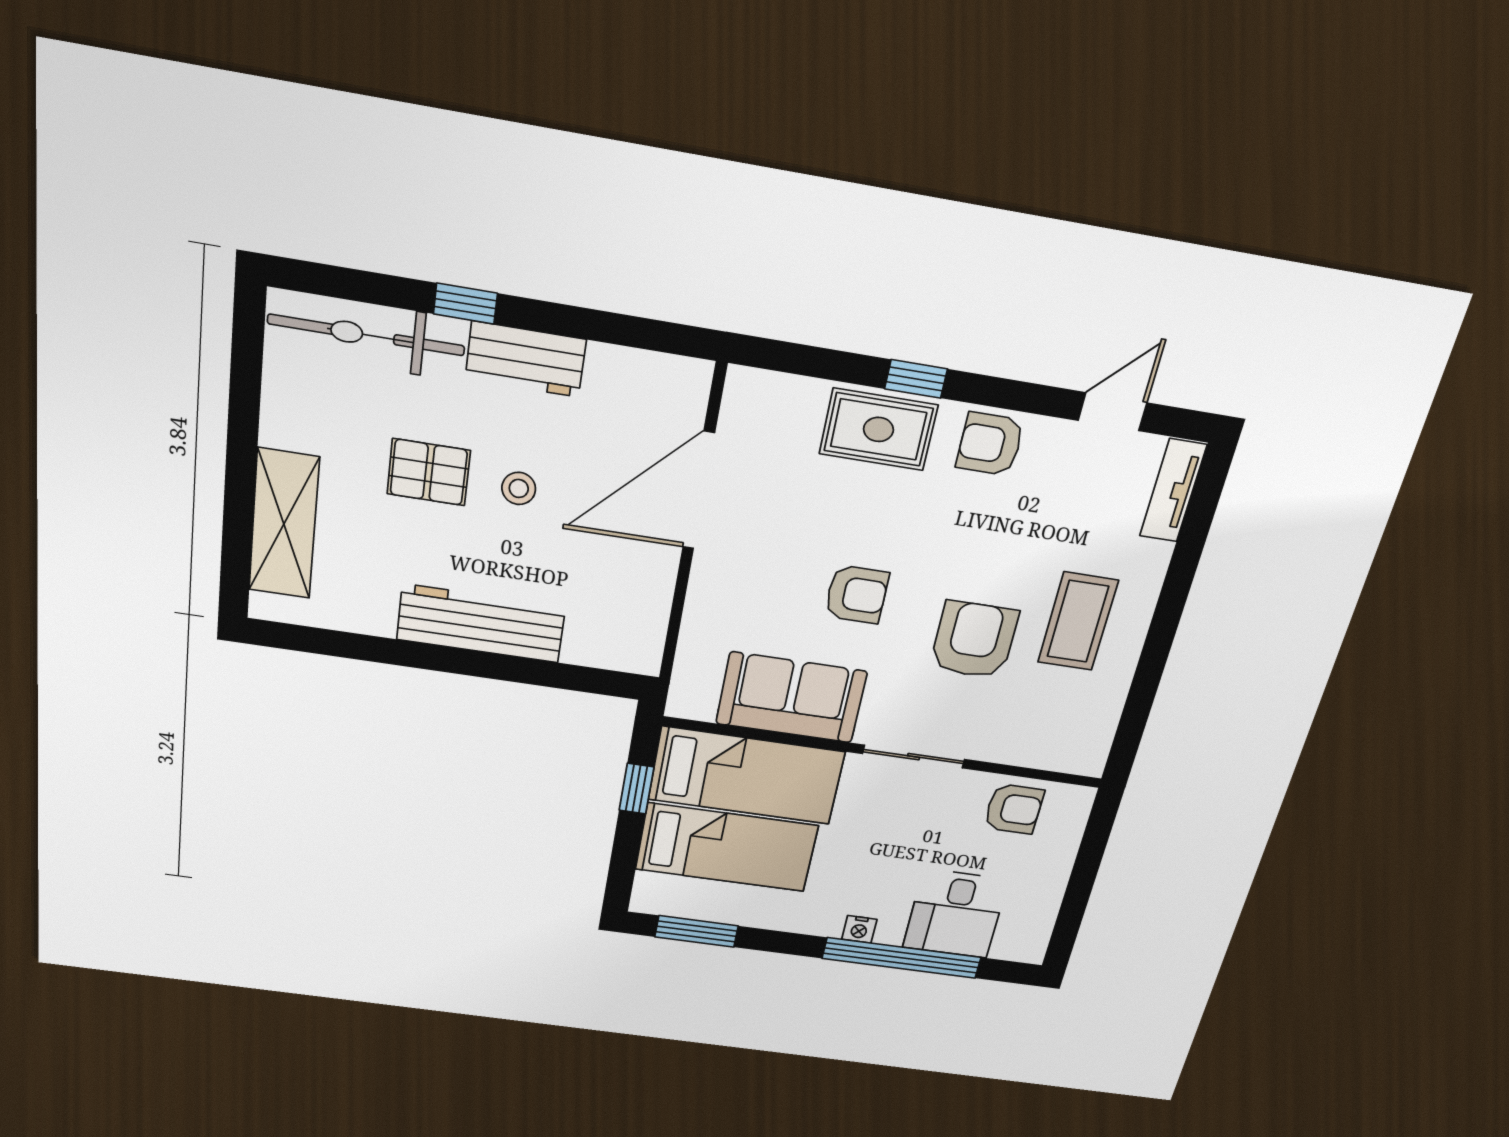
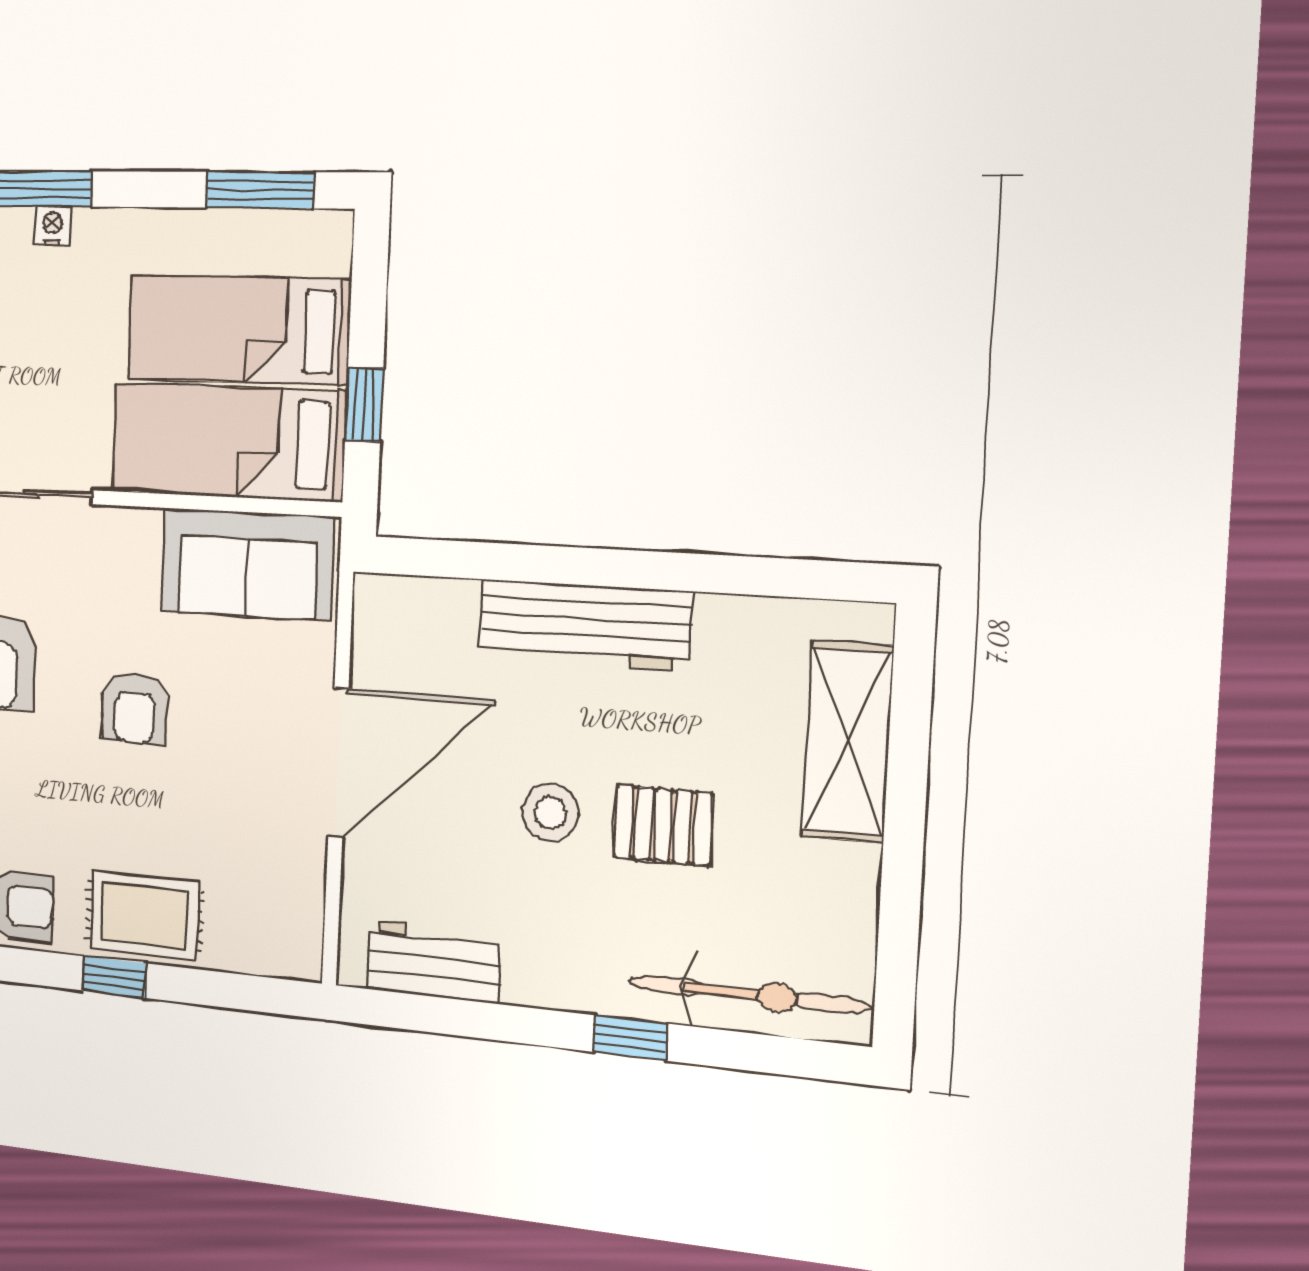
workbench: (526, 359) -> (434, 962), moved
stool: (519, 488) -> (550, 812), width x1.37, depth x1.37
door: (699, 490) -> (338, 763), moved
armchair: (857, 594) -> (135, 708), turned -90
sofa: (791, 698) -> (247, 564), moved

